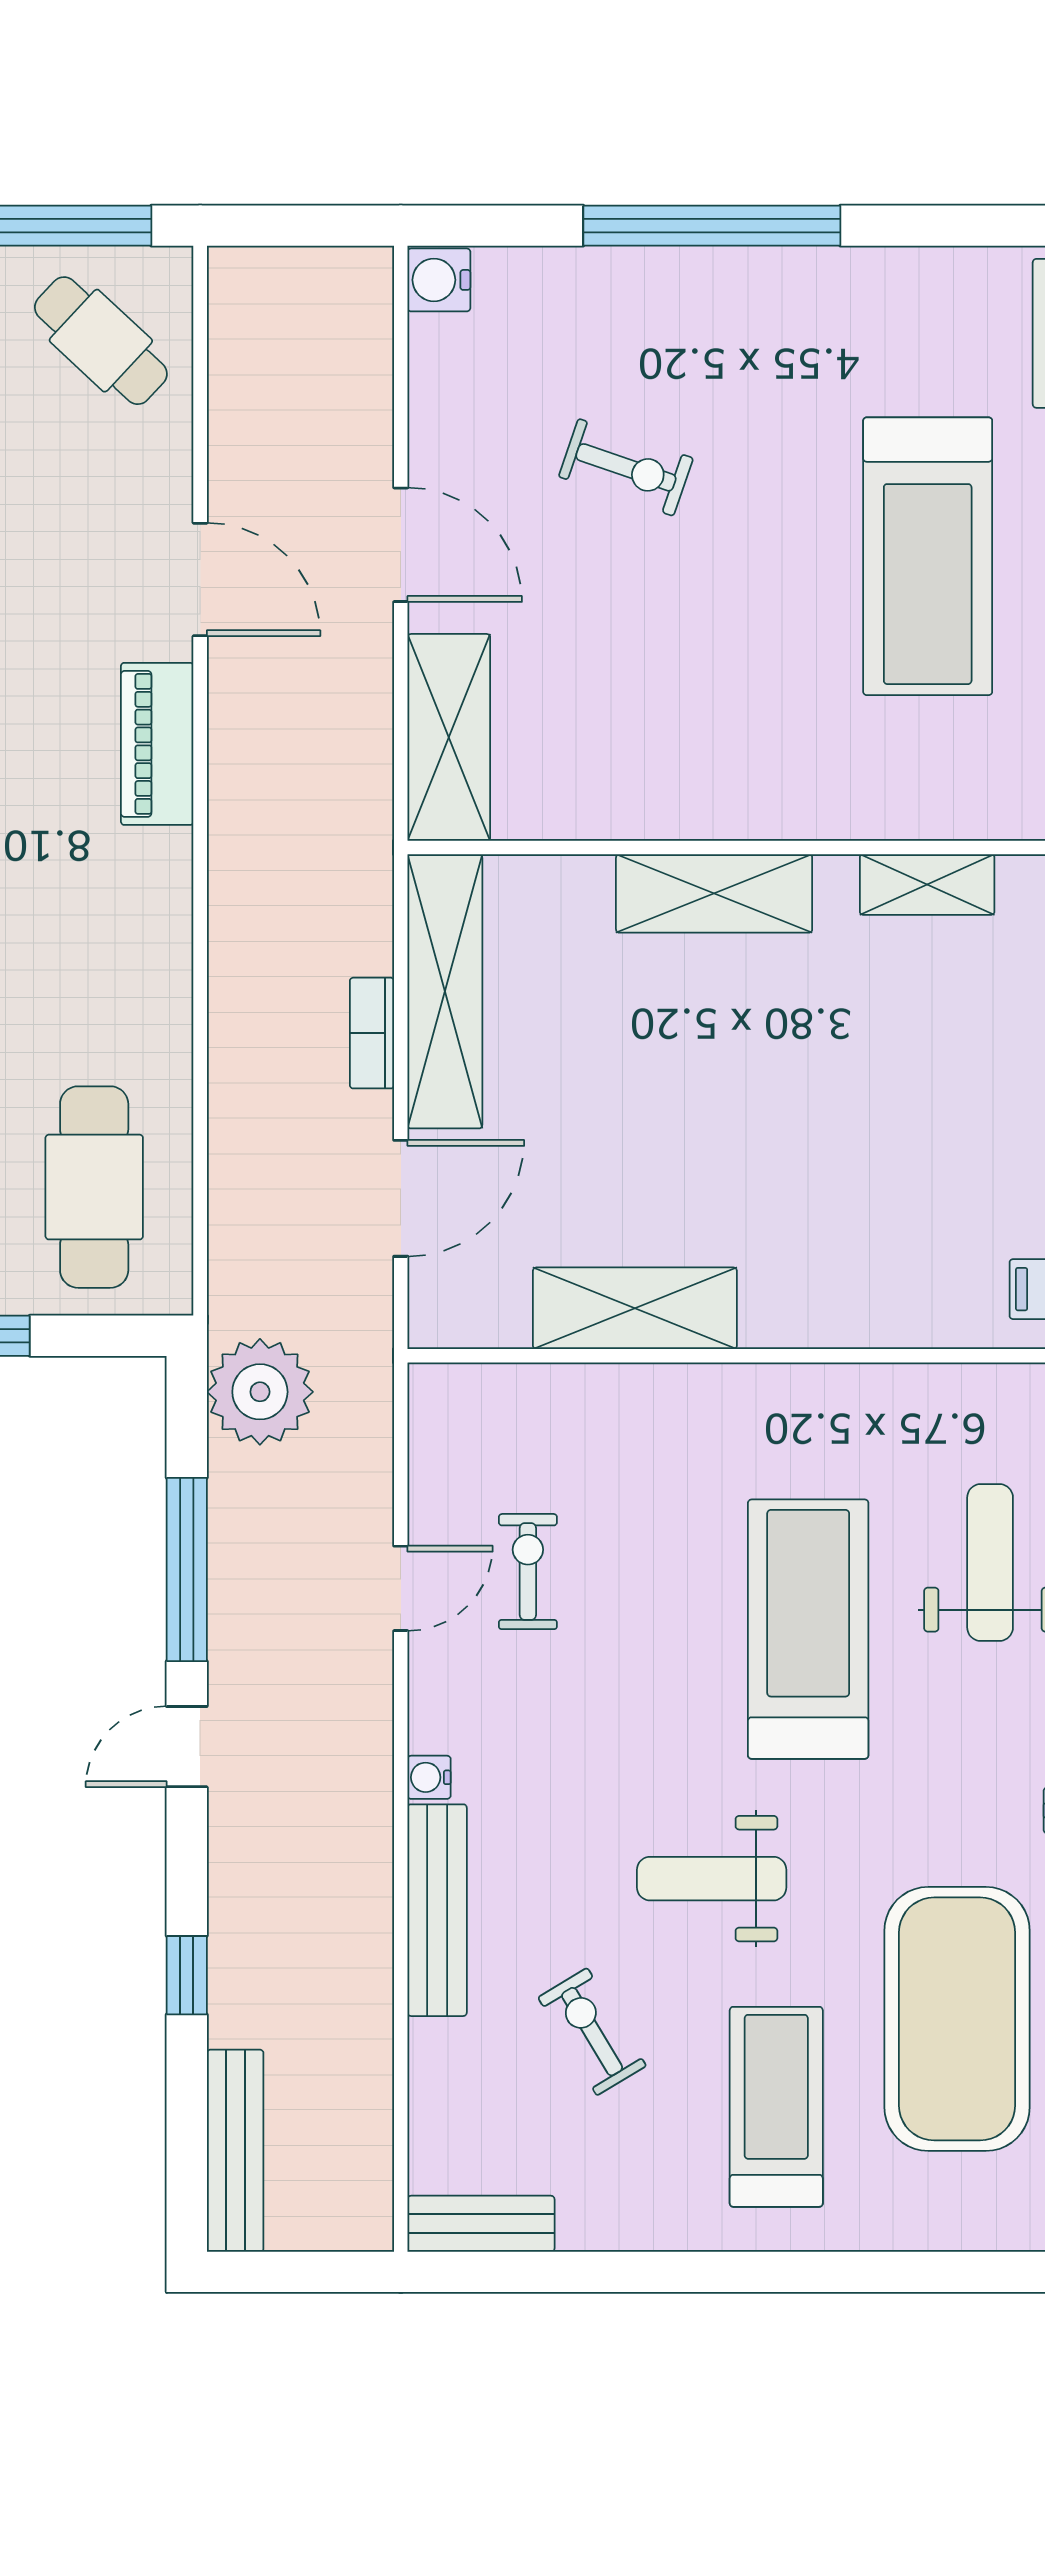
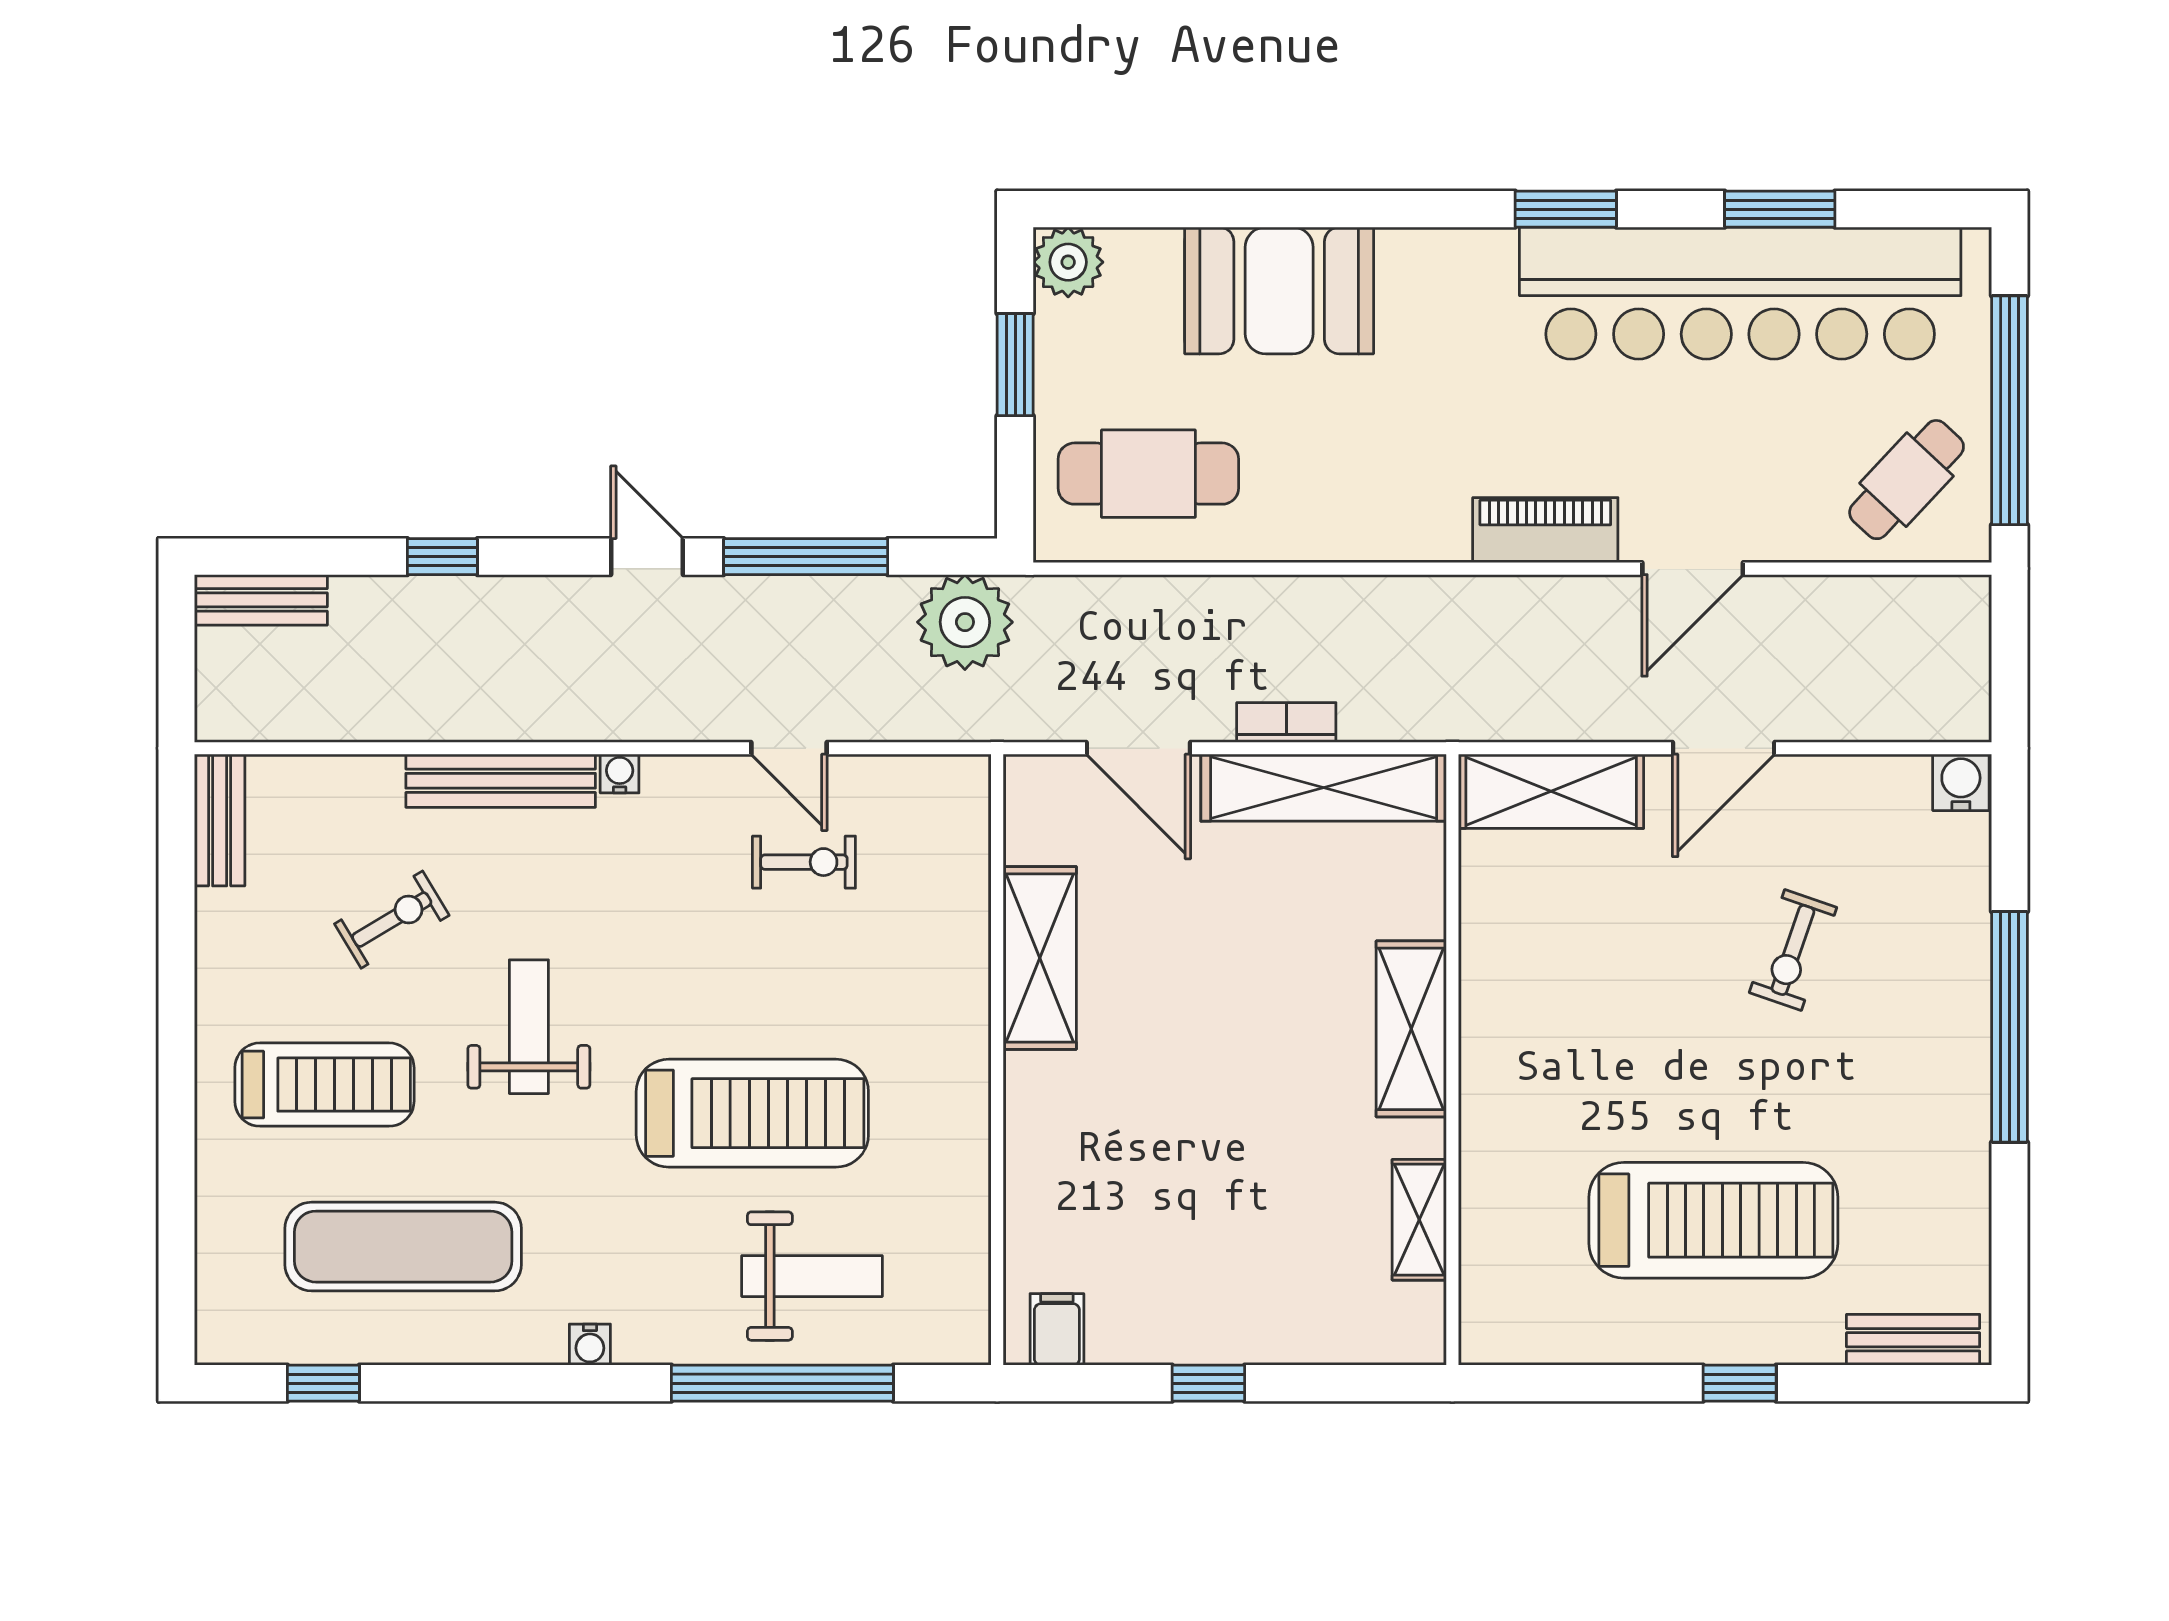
treadmill: (928, 556) -> (1713, 1220), turned 180
exercise mat: (957, 2019) -> (403, 1247), width x0.68
bench: (235, 2151) -> (261, 600), width x0.73

